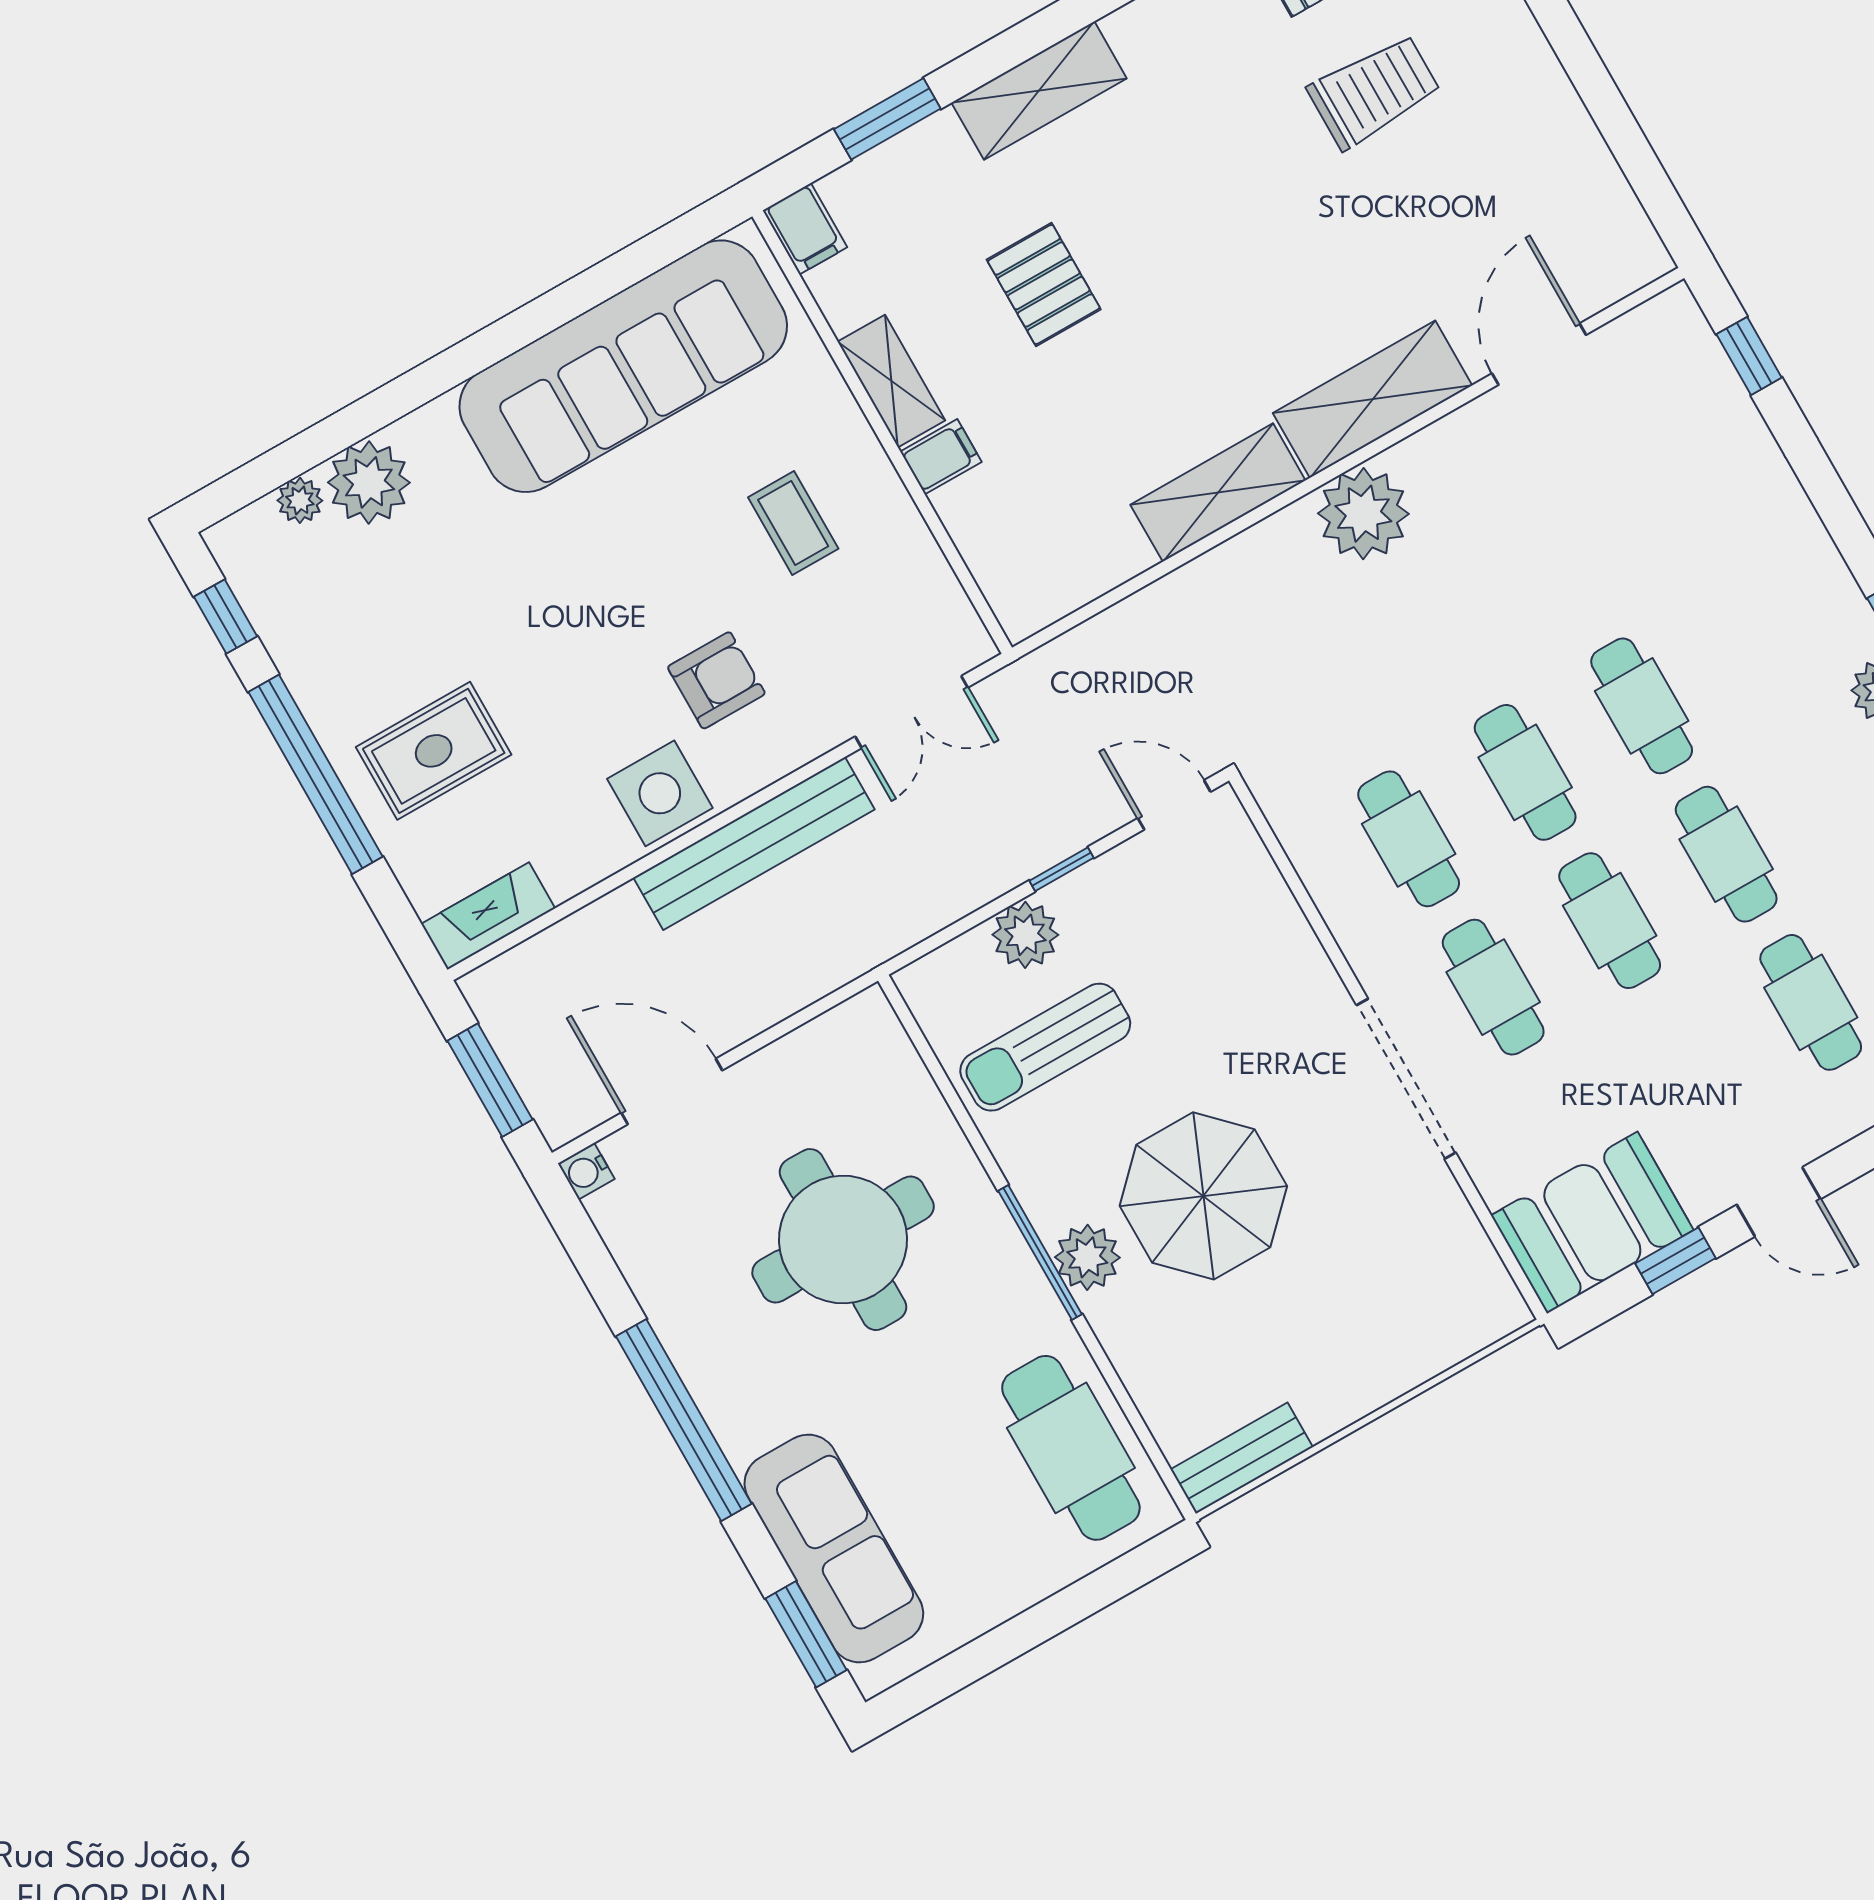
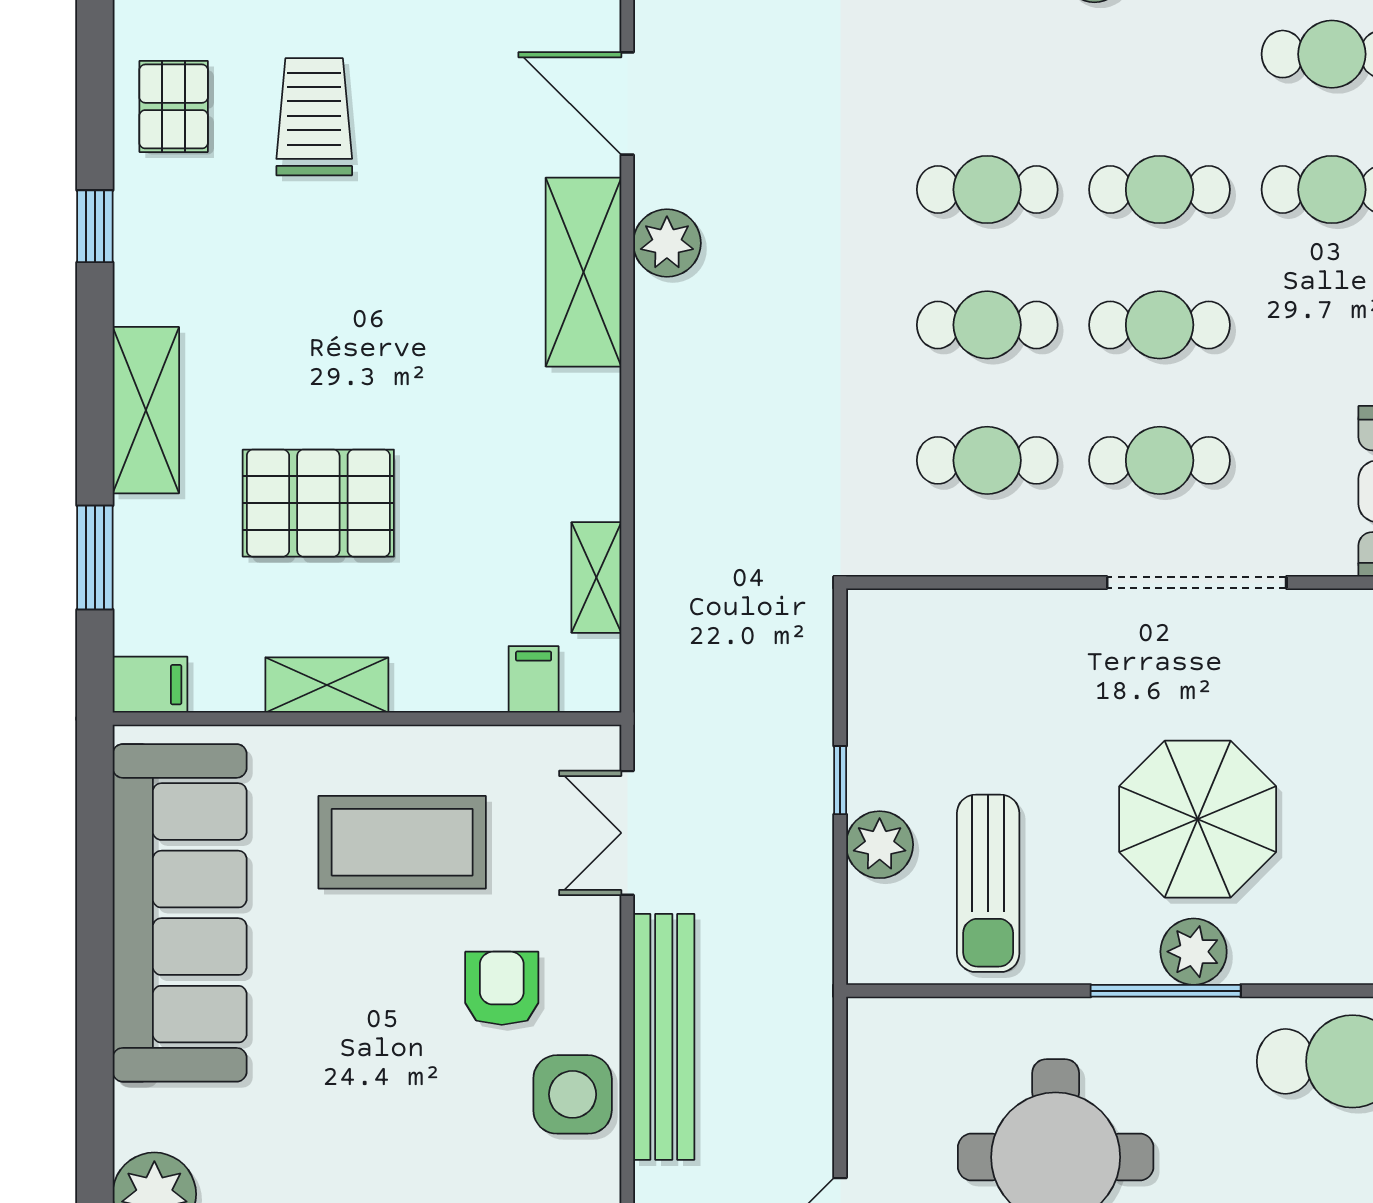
pallet: (1044, 285) -> (318, 503), width x1.50, depth x1.42
filing cabinet: (941, 457) -> (534, 679), moved
shelving: (1218, 493) -> (596, 578), moved, width x0.67, depth x0.75
plant: (1363, 514) -> (667, 243), moved, width x0.73, depth x0.73
coffee table: (793, 523) -> (402, 842), width x1.86, depth x1.72
double door: (912, 712) -> (627, 833), swing flipped
door: (1174, 805) -> (840, 649), removed

